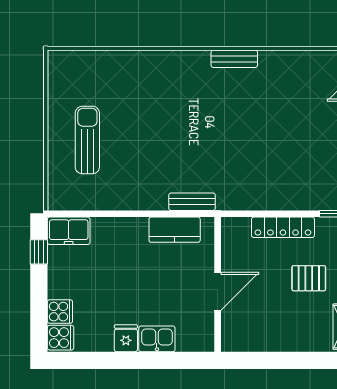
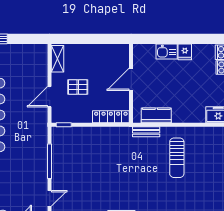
sun lounger: (87, 140) -> (177, 158), moved
locker: (283, 227) -> (111, 117), moved

